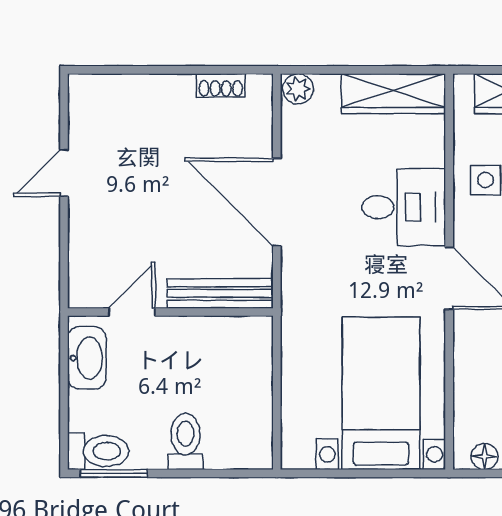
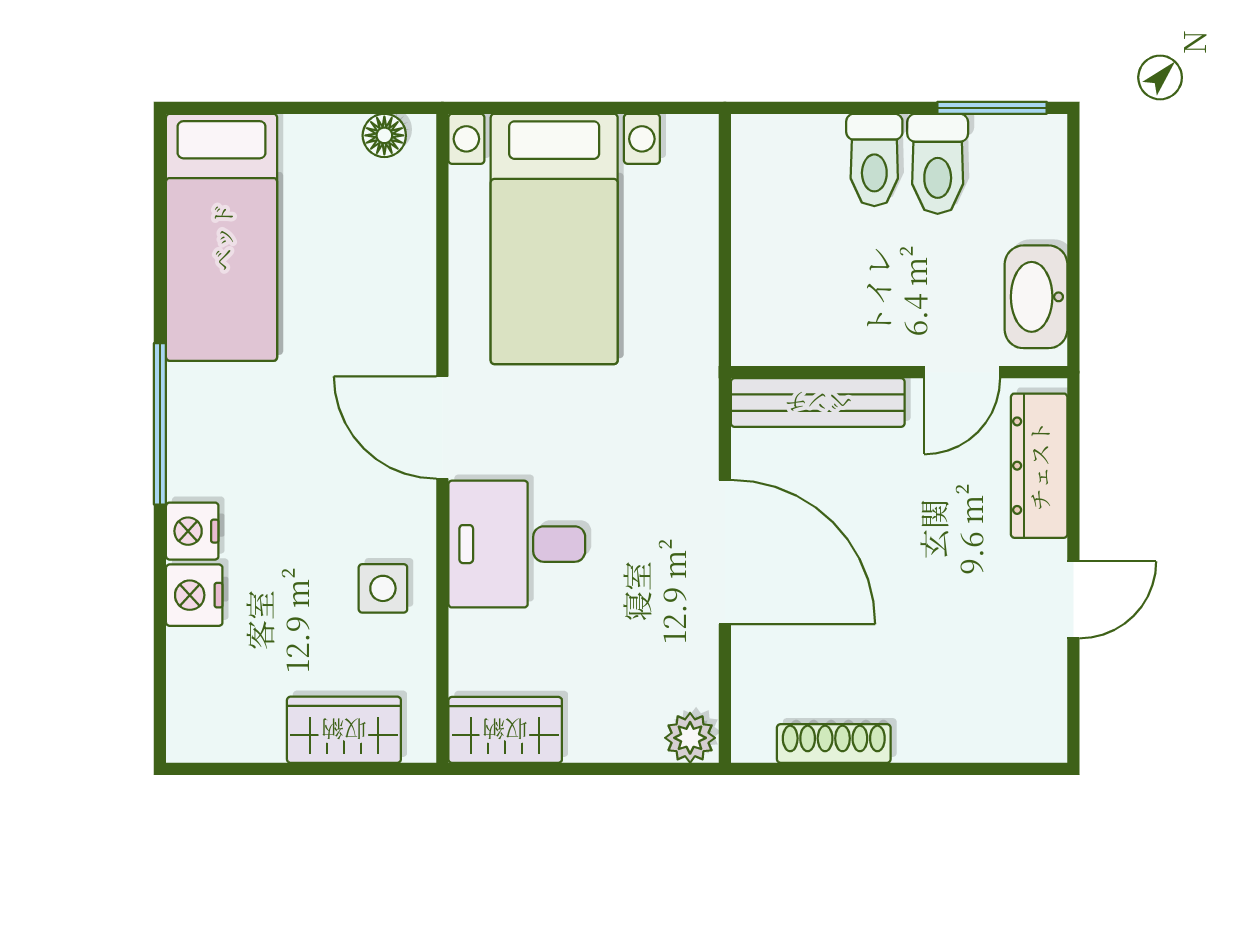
shoe rack: (221, 85) -> (834, 743), width x1.43
wardrobe: (393, 94) -> (505, 730), width x0.67
dresser: (85, 255) -> (1039, 466), added
toilet: (98, 451) -> (938, 164), moved, turned -90

